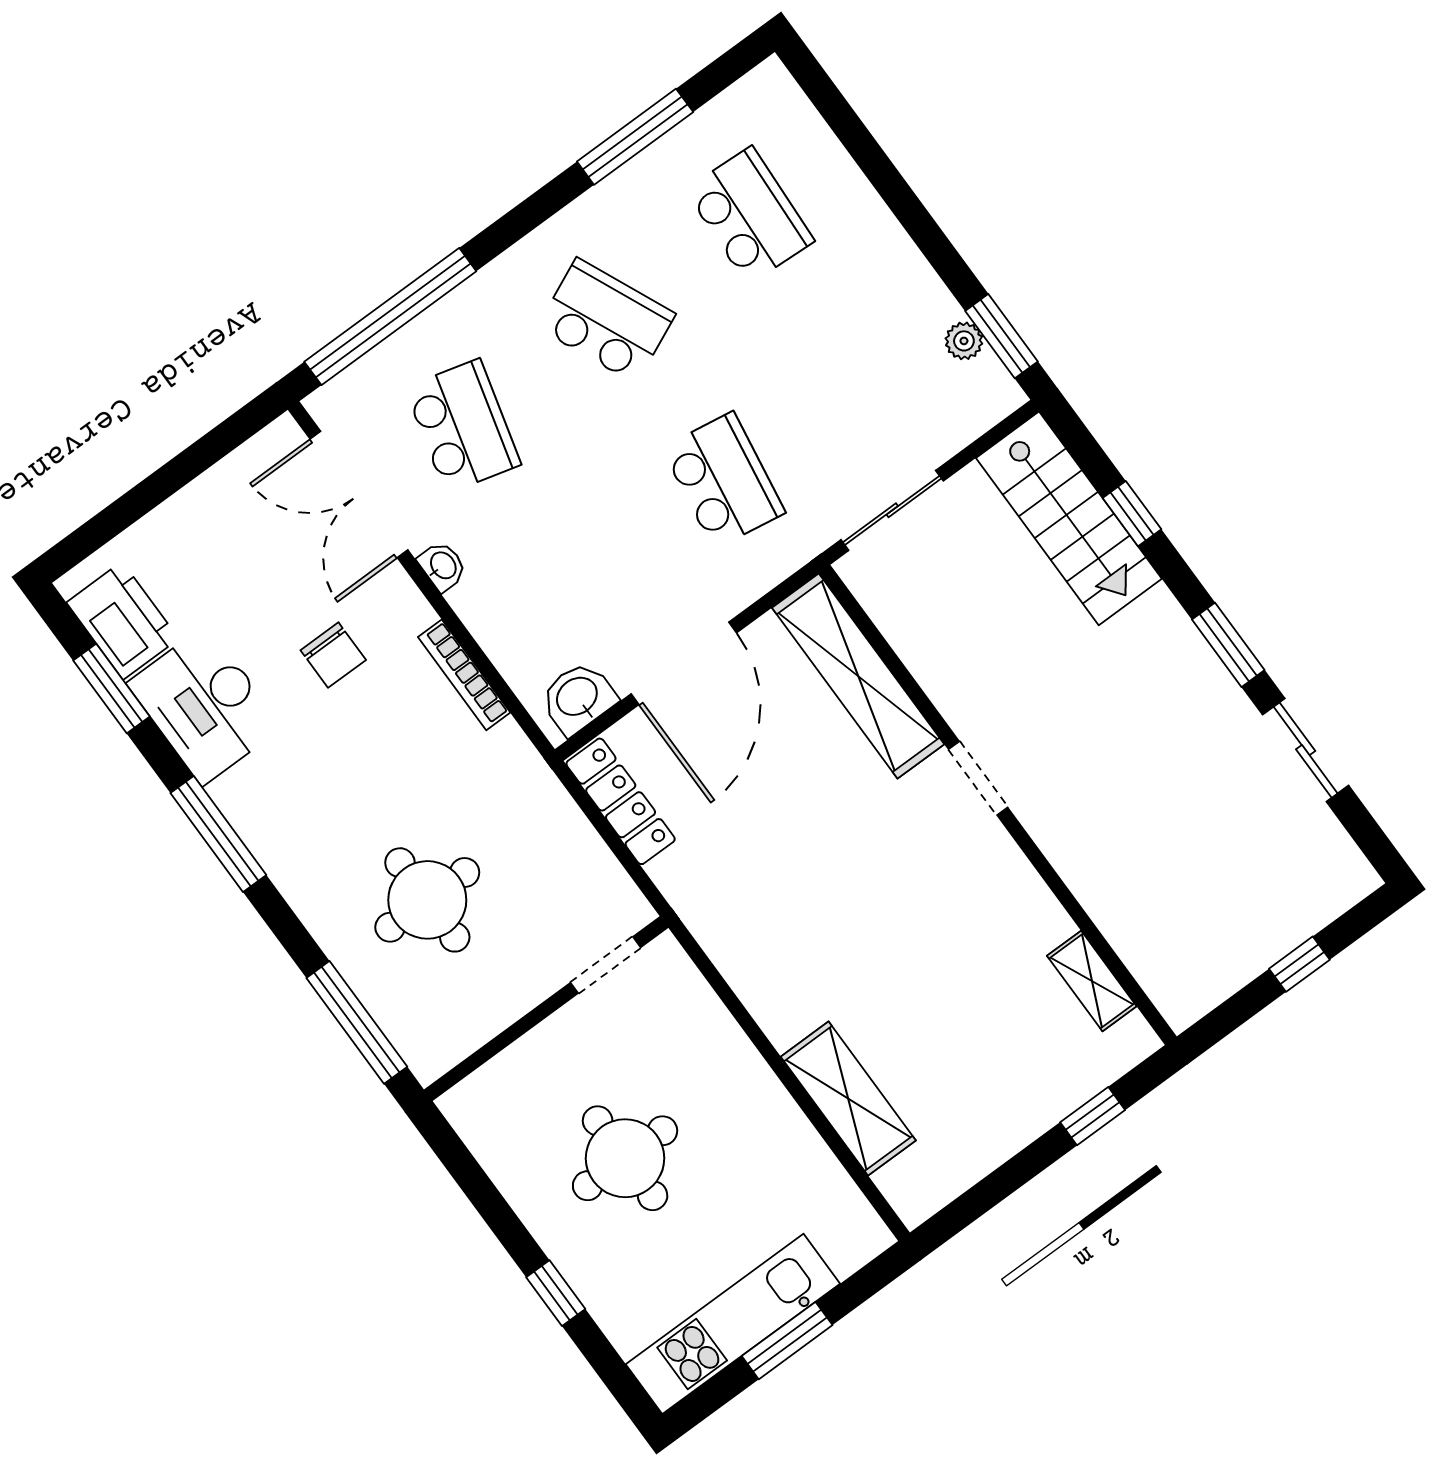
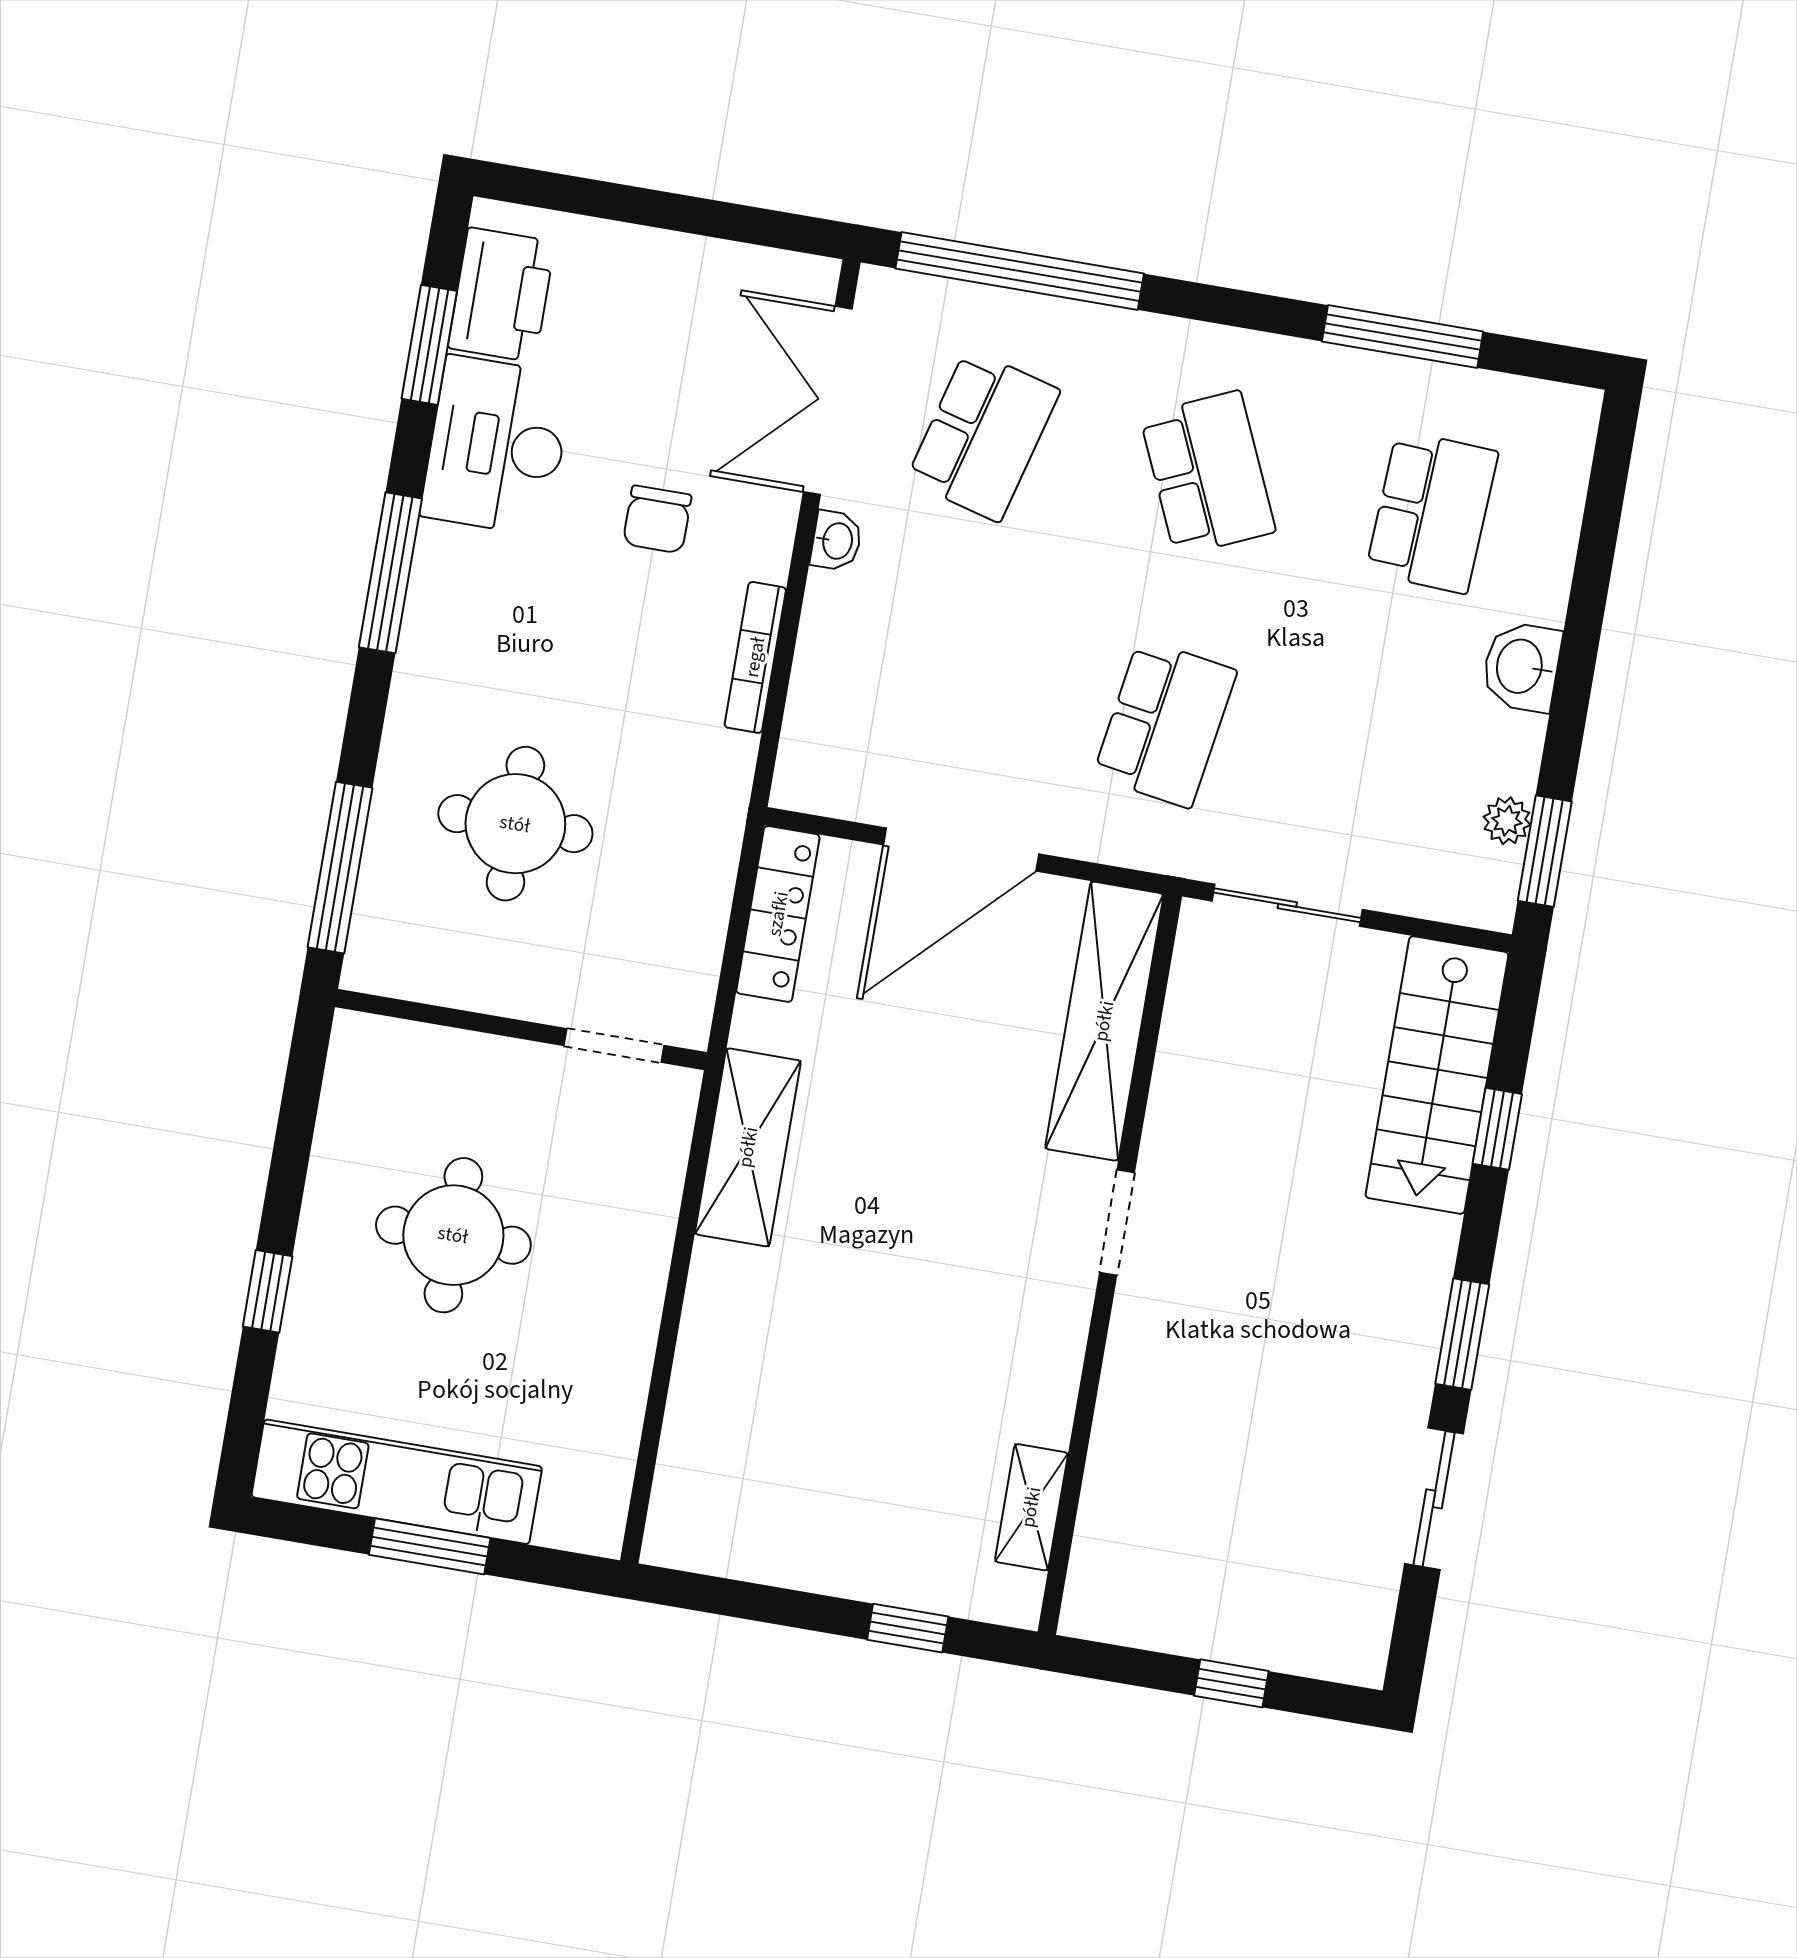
washbasin: (578, 698) -> (1521, 667), moved, turned -90
shelving: (848, 1099) -> (748, 1147), moved

